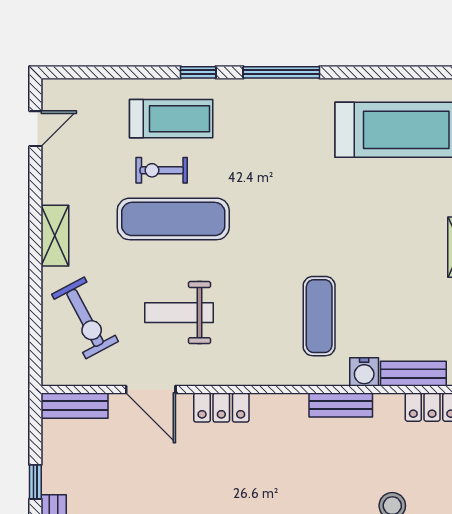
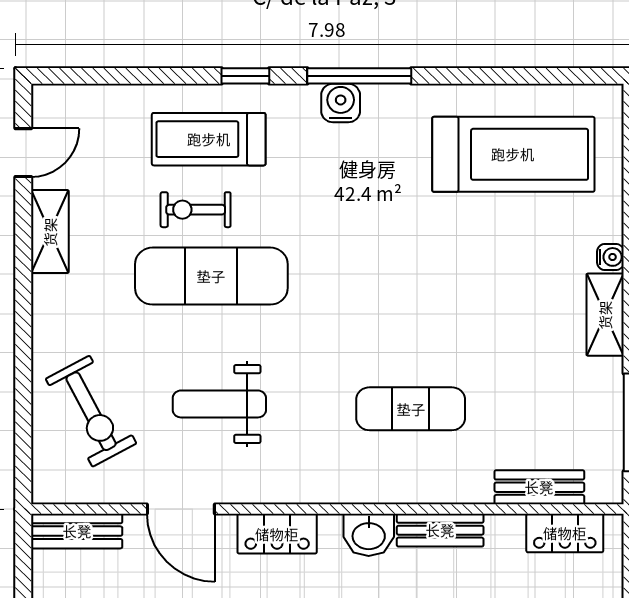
treadmill: (171, 119) -> (209, 139), turned 180
shelving: (55, 236) -> (50, 232), moved
exercise mat: (319, 316) -> (411, 409), turned 90
water cooler: (364, 372) -> (341, 103), moved, turned 180
washbasin: (288, 408) -> (369, 535), added

